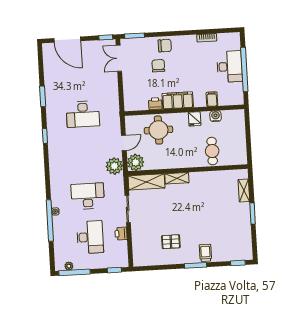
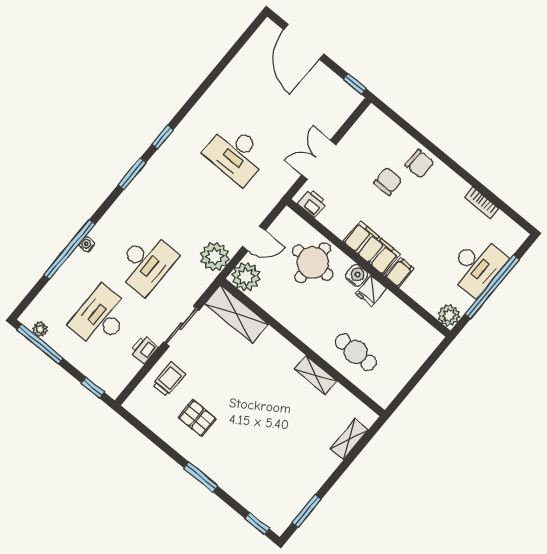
window: (134, 36) -> (393, 116), removed
double door: (119, 58) -> (319, 160), moved
window: (43, 96) -> (132, 174), moved
plant: (237, 98) -> (449, 315), added
filing cabinet: (212, 99) -> (399, 272), moved
printer: (155, 104) -> (312, 203), moved
water cooler: (216, 116) -> (357, 275), moved
cafe table: (212, 151) -> (356, 352), turned 90
shelving: (177, 178) -> (316, 375), moved
desk: (88, 196) -> (146, 263), turned 90
window: (253, 214) -> (306, 511), moved
desk: (90, 237) -> (101, 317), turned 180
trolley: (205, 253) -> (169, 379), moved

